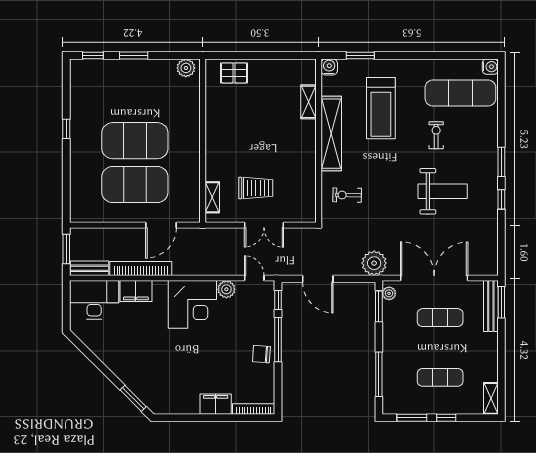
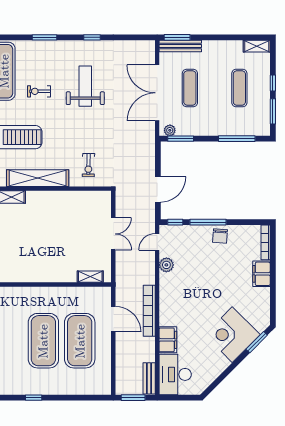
window: (501, 162) -> (45, 37), moved
trolley: (256, 188) -> (83, 241), removed
plant: (374, 263) -> (145, 143), removed
bookcase: (141, 269) -> (149, 311), moved
corner desk: (192, 304) -> (232, 335), moved, turned -135

